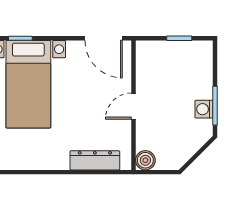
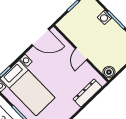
washing machine: (204, 109) -> (105, 17), moved

